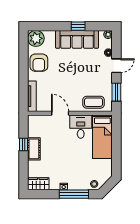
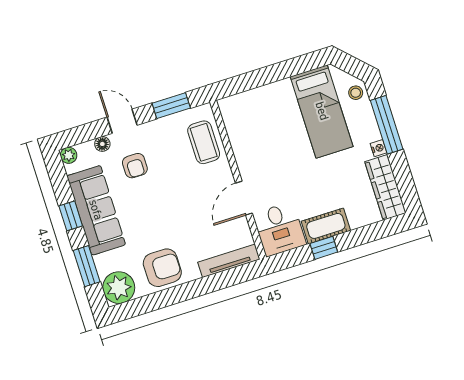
window: (51, 26) -> (87, 266), added
armchair: (93, 65) -> (135, 166), added
desk: (81, 127) -> (279, 229), moved, turned -90
bed: (102, 137) -> (322, 111), moved, turned 90
wardrobe: (38, 184) -> (385, 187), width x1.50

